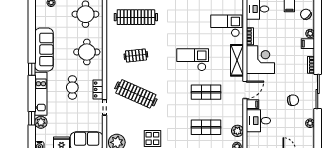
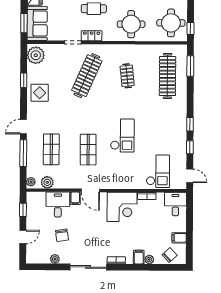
shelving: (237, 60) -> (122, 182), removed
chair: (293, 100) -> (62, 235), moved

